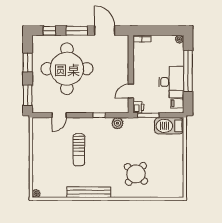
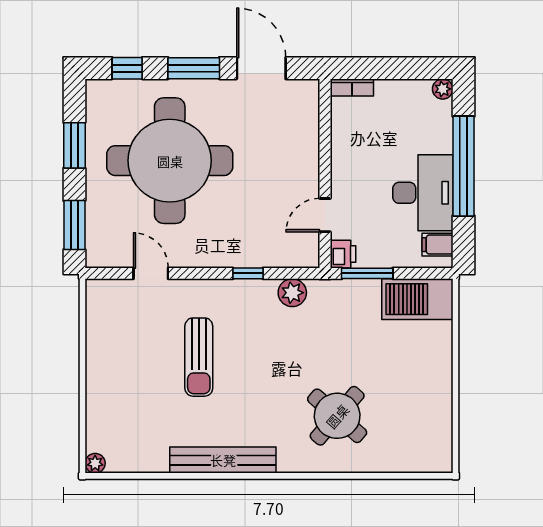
door: (59, 115) -> (151, 273), swing flipped

